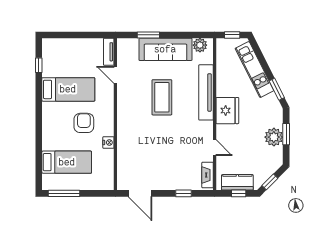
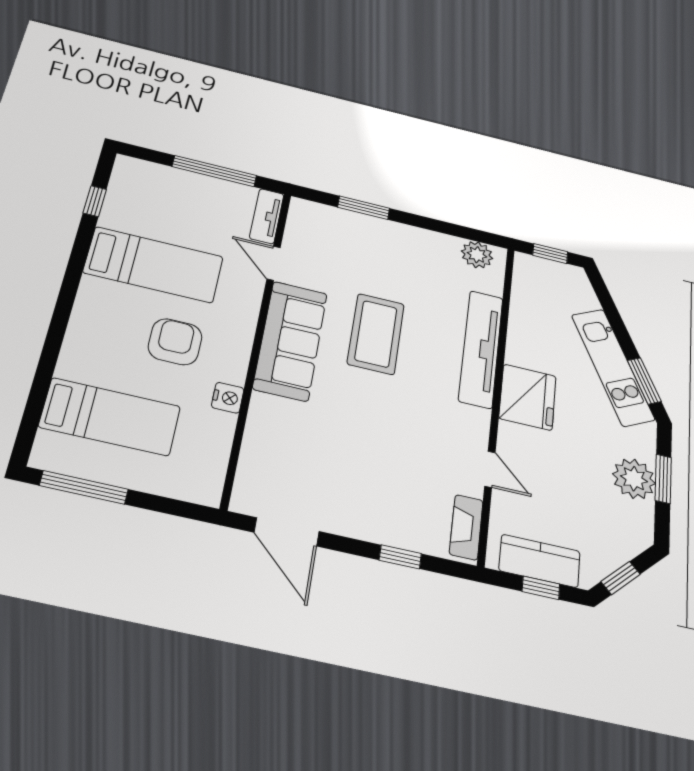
window: (83, 35) -> (214, 171), added
sofa: (165, 49) -> (290, 340), moved, turned -90
kitchen unit: (254, 69) -> (613, 367), moved

